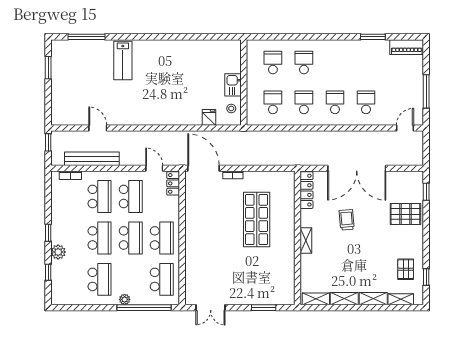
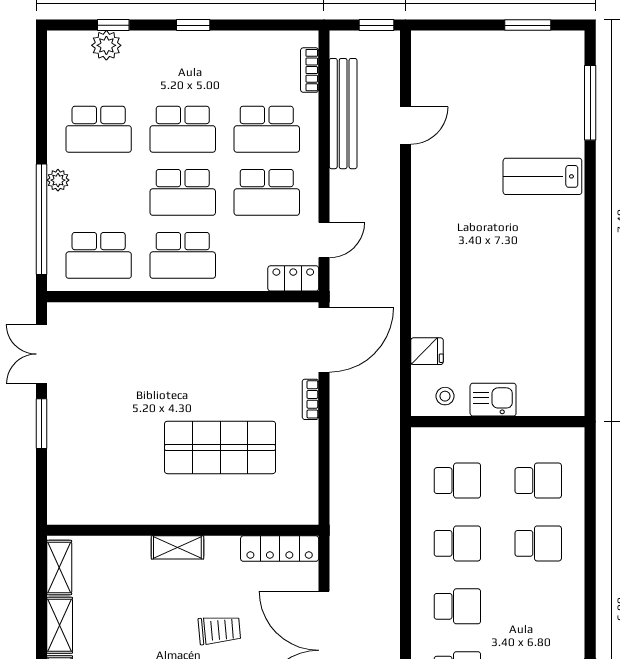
plant: (58, 252) -> (106, 45), moved
window: (264, 308) -> (41, 424), moved

